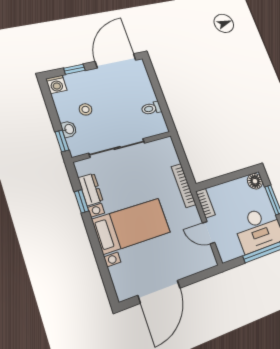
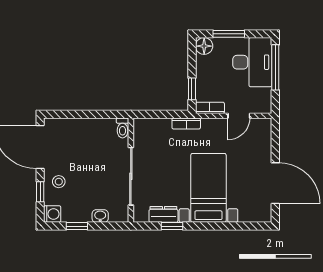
toilet: (151, 108) -> (123, 128), moved
stool: (86, 109) -> (59, 182), moved
window: (62, 141) -> (77, 226), moved
window: (215, 181) -> (192, 89), added
bookcase: (184, 185) -> (186, 123), width x0.64

